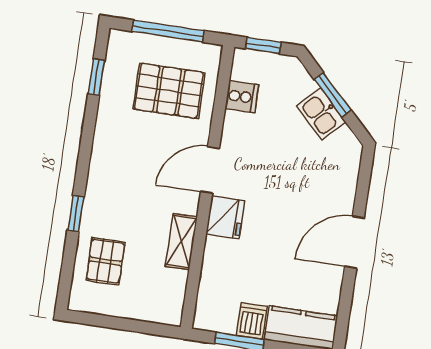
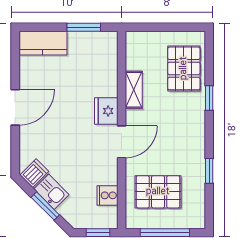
window: (96, 77) -> (209, 171), moved
pallet: (105, 261) -> (184, 68), width x1.50, depth x1.42
dishwasher: (252, 321) -> (34, 173), moved, turned -135

